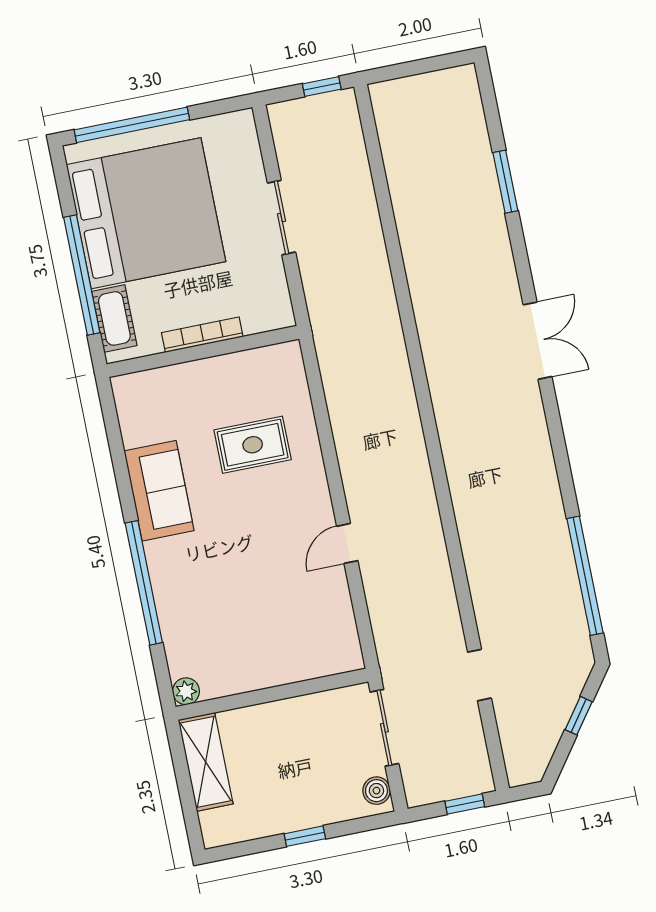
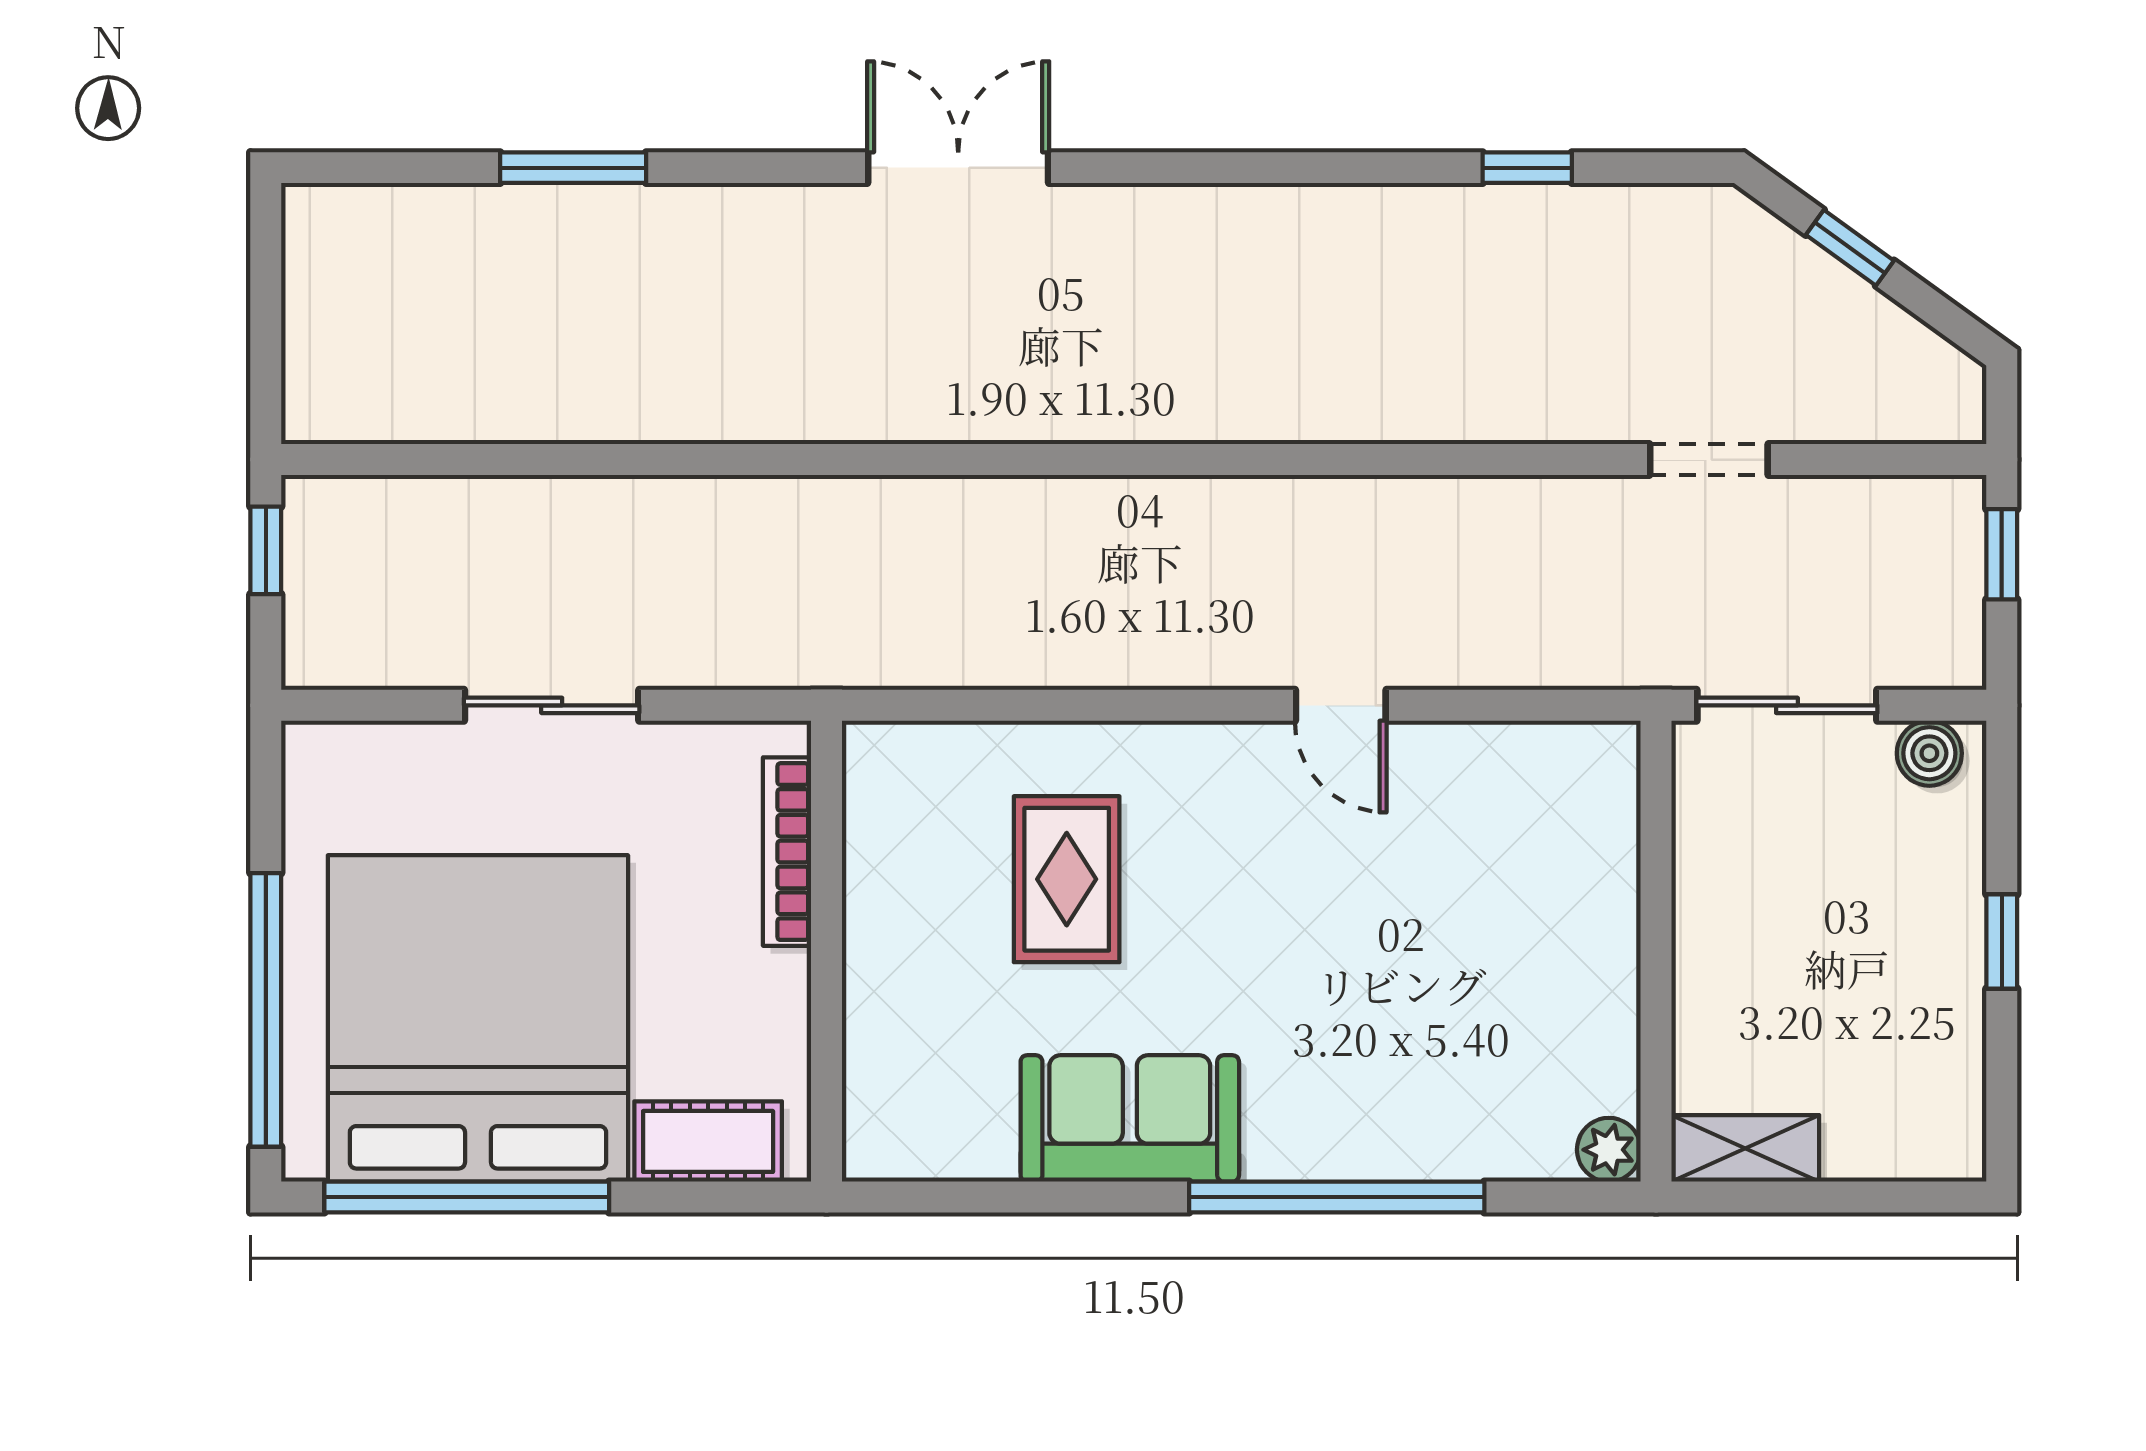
window: (82, 275) -> (467, 1197), moved
bookcase: (202, 335) -> (787, 852), moved
window: (585, 576) -> (1527, 168), width x0.32
shelving: (206, 762) -> (1745, 1148), width x0.67, depth x0.75

